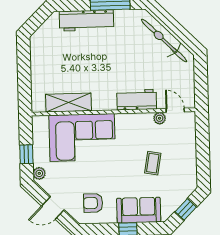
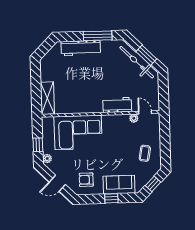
window: (177, 31) -> (146, 55), added
shelving: (69, 102) -> (47, 98), moved, turned 90
coffee table: (153, 163) -> (145, 153), moved

